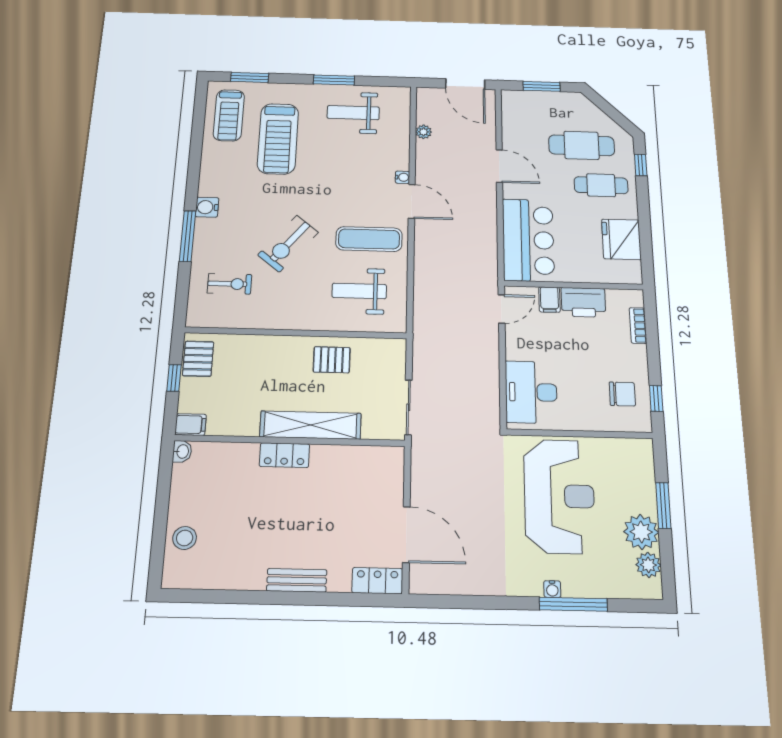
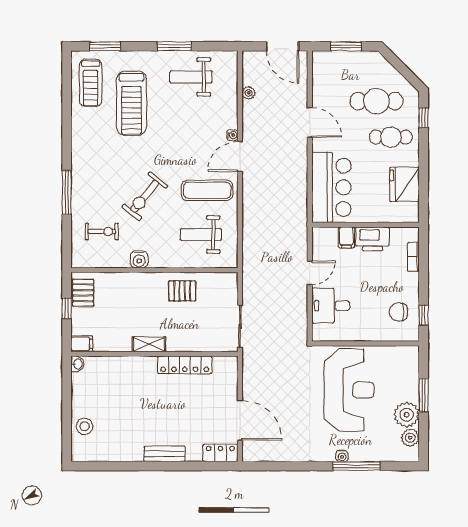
door: (412, 201) -> (240, 156), swing flipped
water cooler: (207, 207) -> (139, 259), moved, turned -90
door: (502, 309) -> (310, 273), moved
desk: (531, 392) -> (331, 306), width x0.73
chair: (622, 394) -> (399, 312), turned 180
shelving: (311, 425) -> (149, 344), width x0.45, depth x0.75
locker: (284, 455) -> (185, 365), moved, width x1.53

